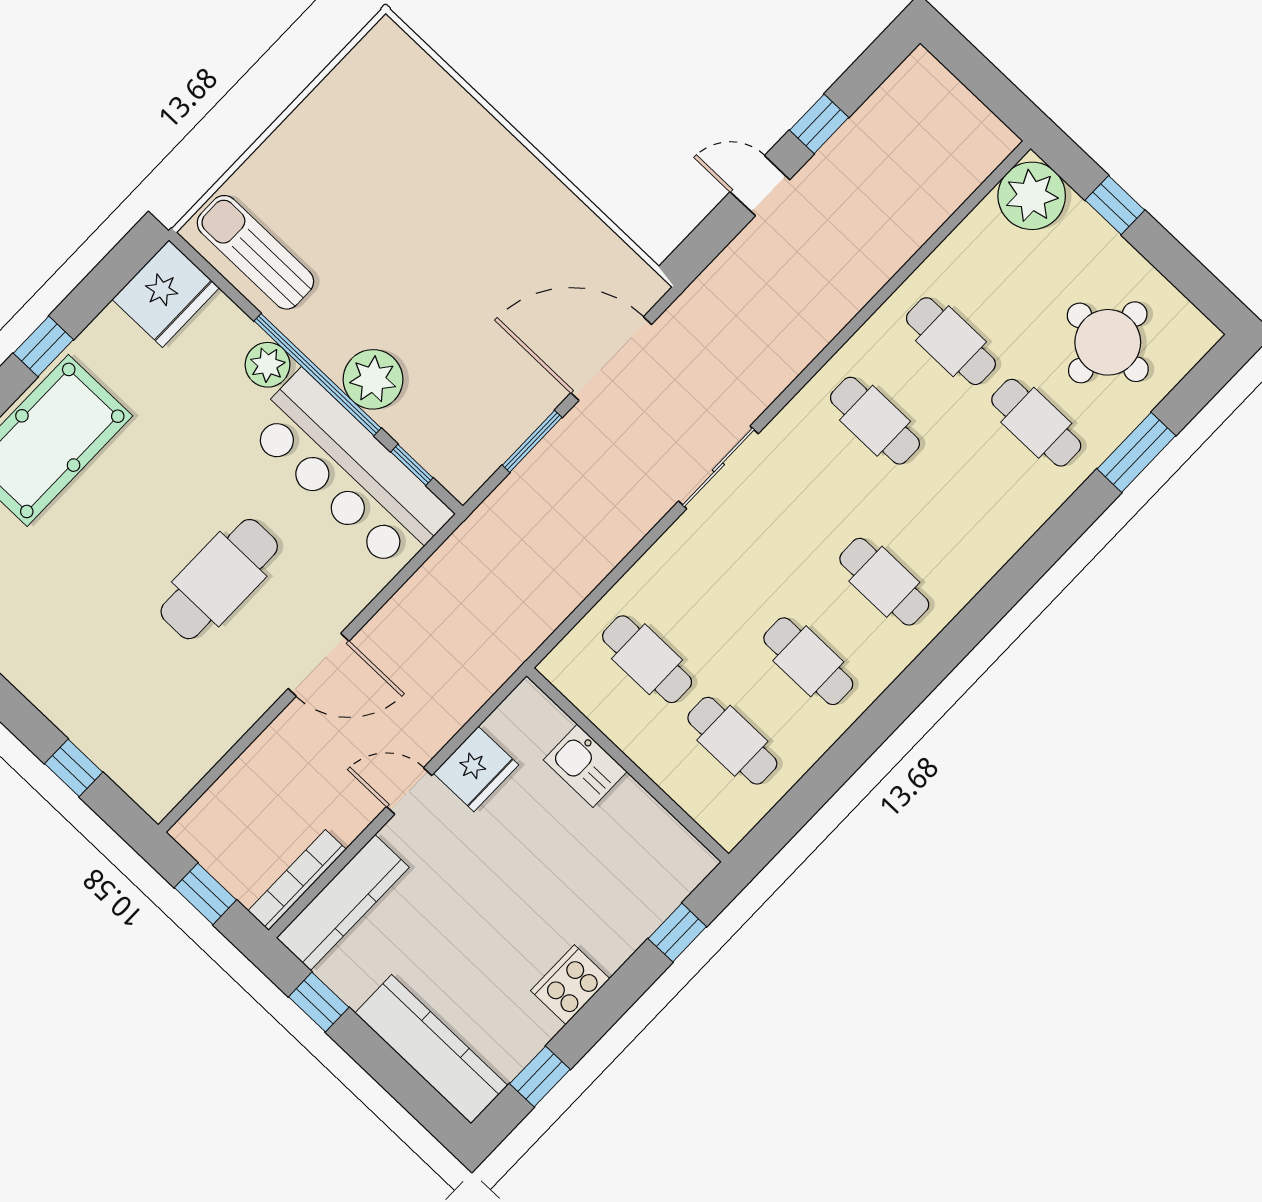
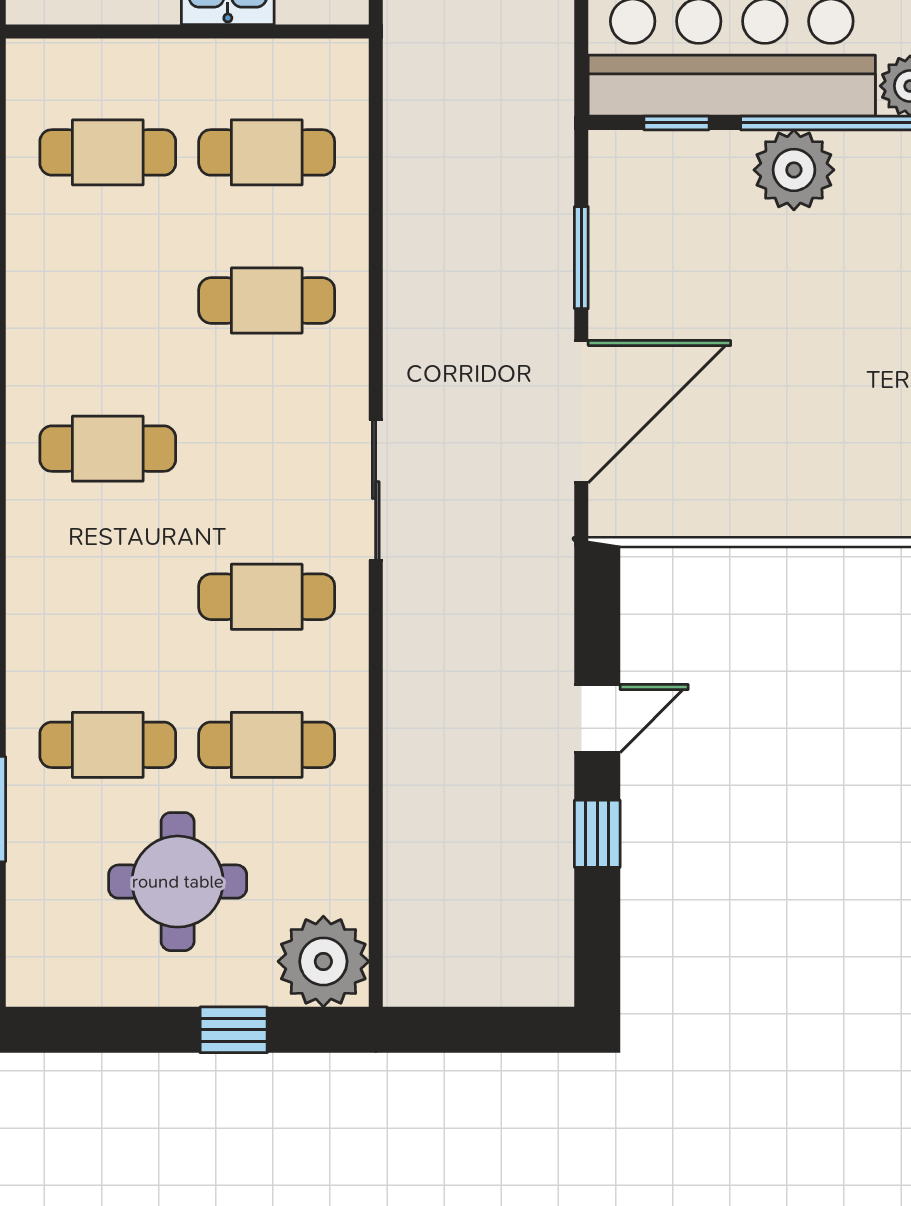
round table: (1108, 342) -> (178, 882), moved
sliding door: (718, 467) -> (376, 490), moved
cafe table: (808, 661) -> (267, 300), moved

